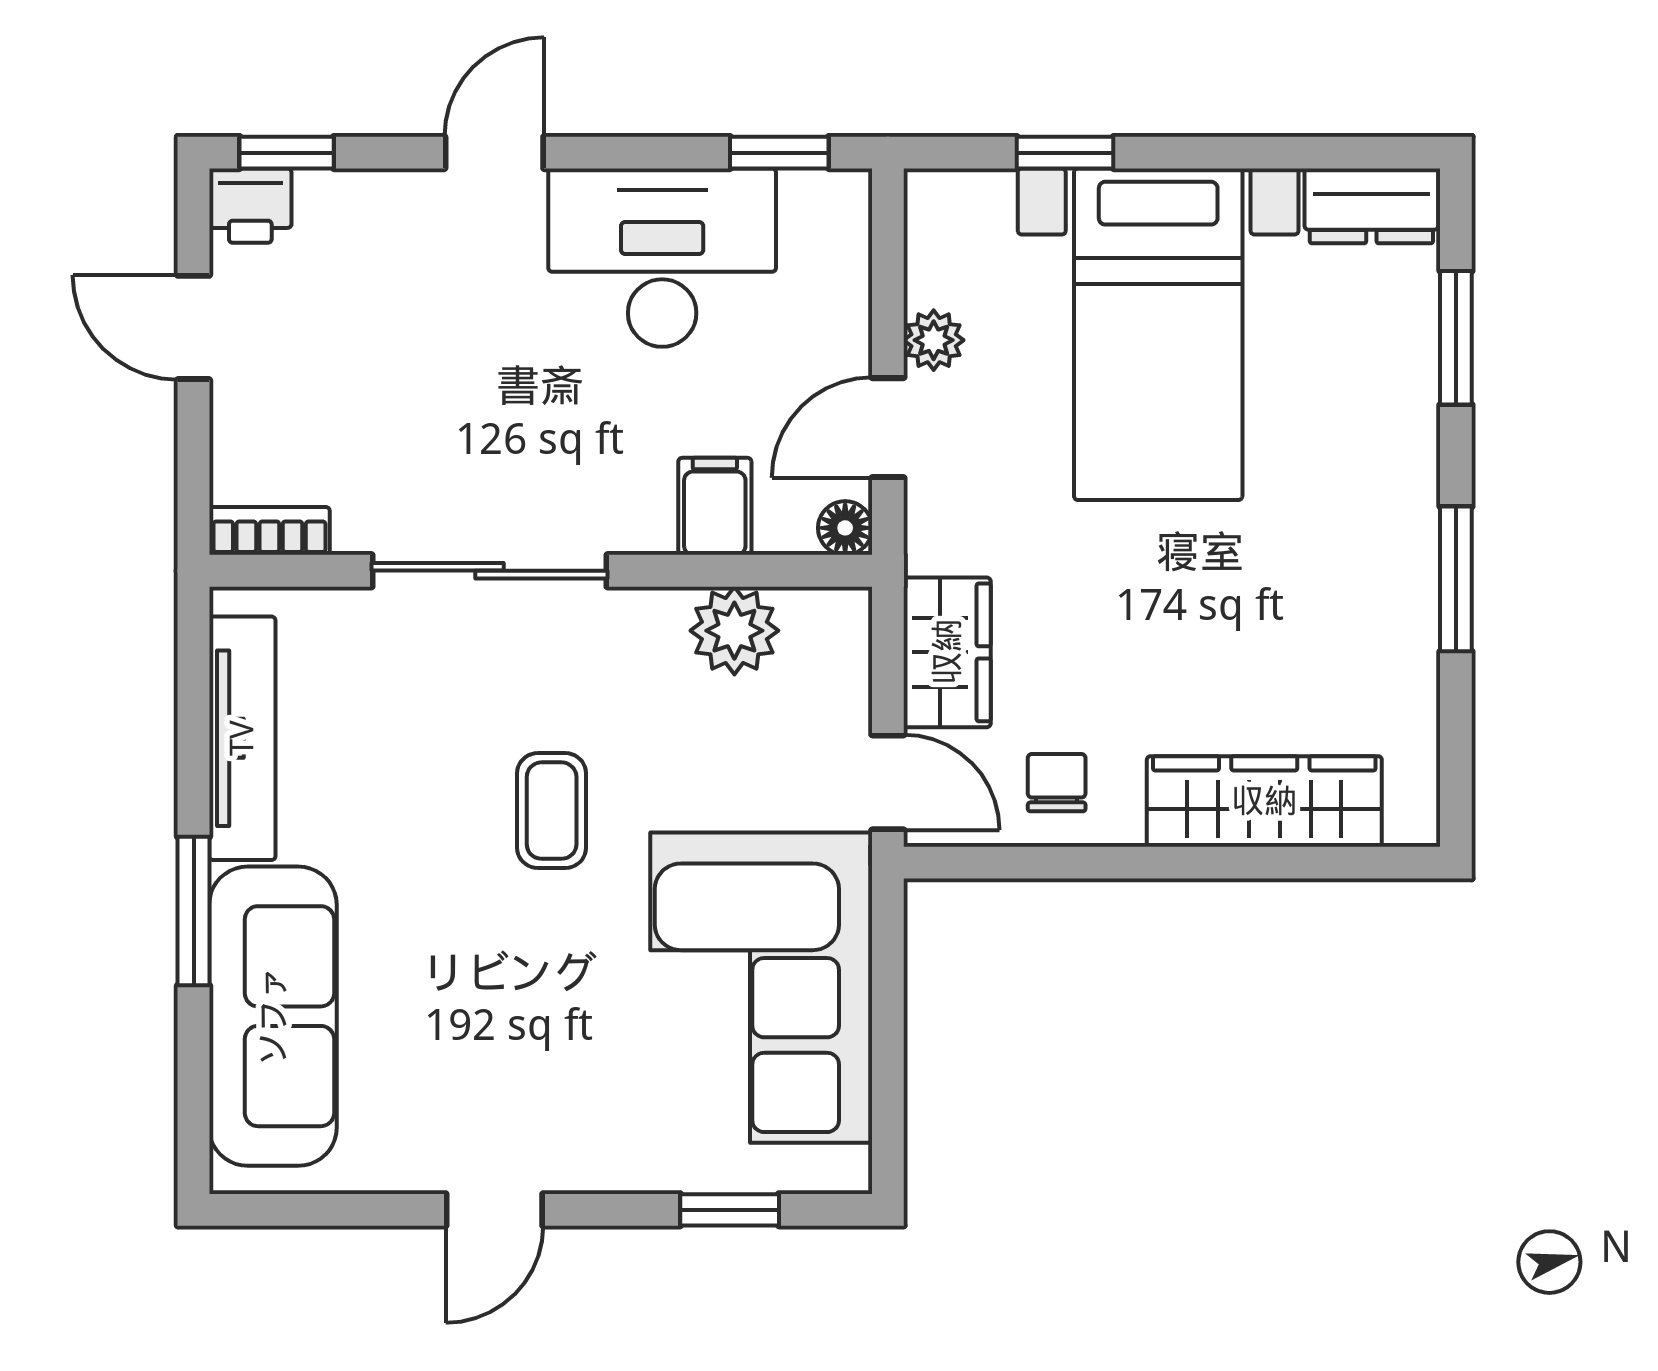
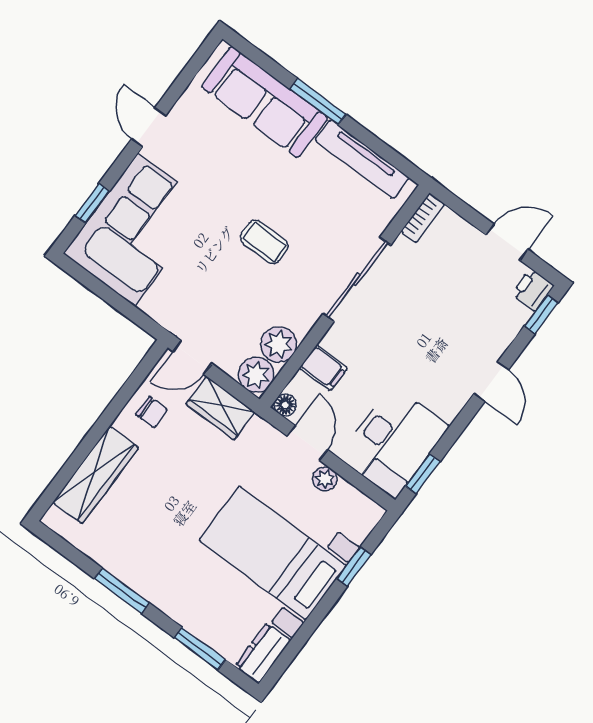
desk: (662, 258) -> (394, 442), moved
plant: (828, 630) -> (256, 375), added
corner sofa: (761, 988) -> (136, 230), moved, turned 90

